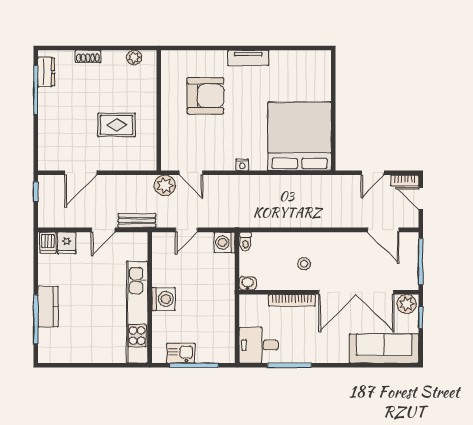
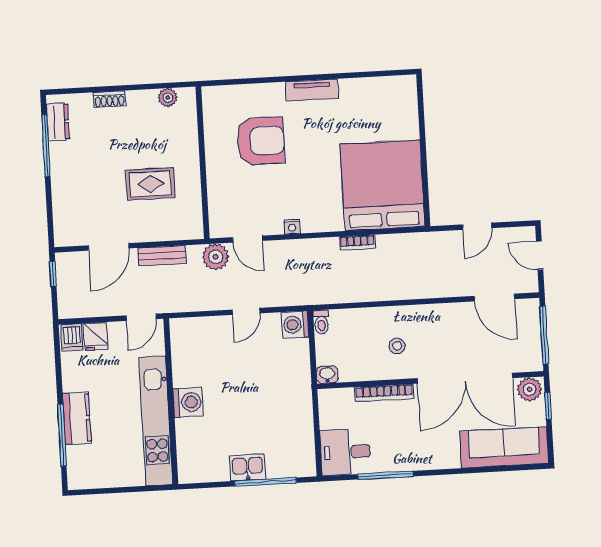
nightstand: (242, 165) -> (292, 227), moved
bookcase: (405, 181) -> (357, 243), moved
bench: (137, 221) -> (162, 256), moved
wall: (150, 298) -> (171, 401), moved
washing machine: (163, 299) -> (188, 402), moved
kitchen unit: (137, 312) -> (156, 421), moved

